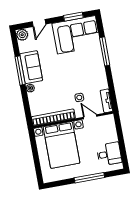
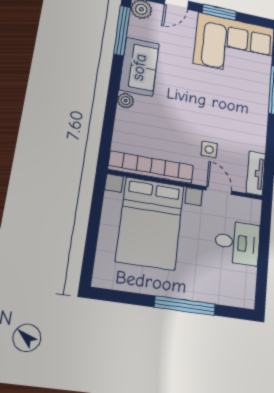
window: (73, 17) -> (219, 12), moved
window: (20, 71) -> (122, 31), moved
desk: (109, 154) -> (237, 243), moved

